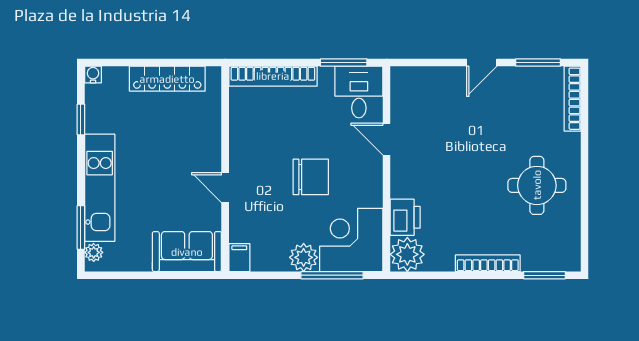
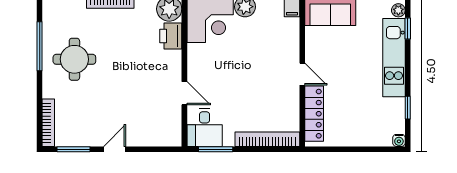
locker: (167, 79) -> (314, 114), moved, turned 90
chair: (311, 177) -> (240, 66), removed
door: (225, 188) -> (302, 74), moved
window: (585, 203) -> (40, 46), added
window: (81, 227) -> (408, 29), width x0.67

